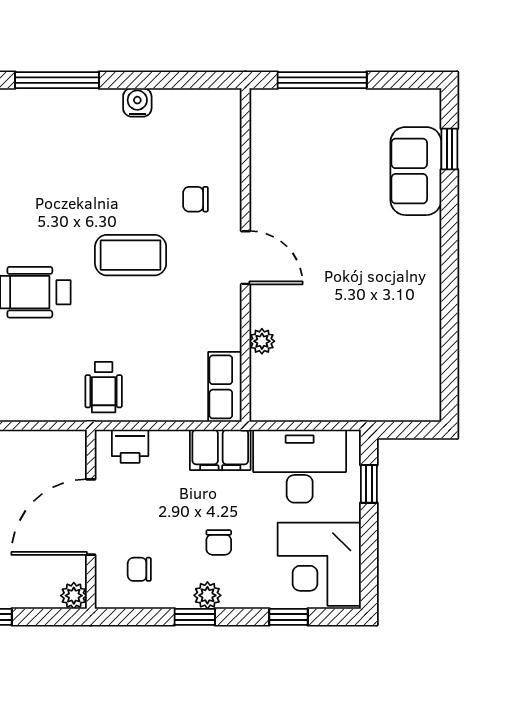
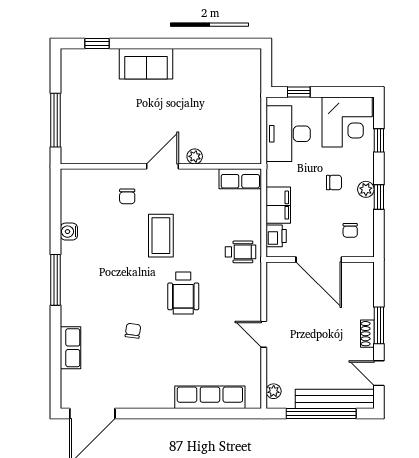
sofa: (416, 171) -> (146, 64), moved
plant: (262, 341) -> (195, 156), moved
filing cabinet: (220, 450) -> (278, 205), moved
plant: (74, 596) -> (366, 270), removed

